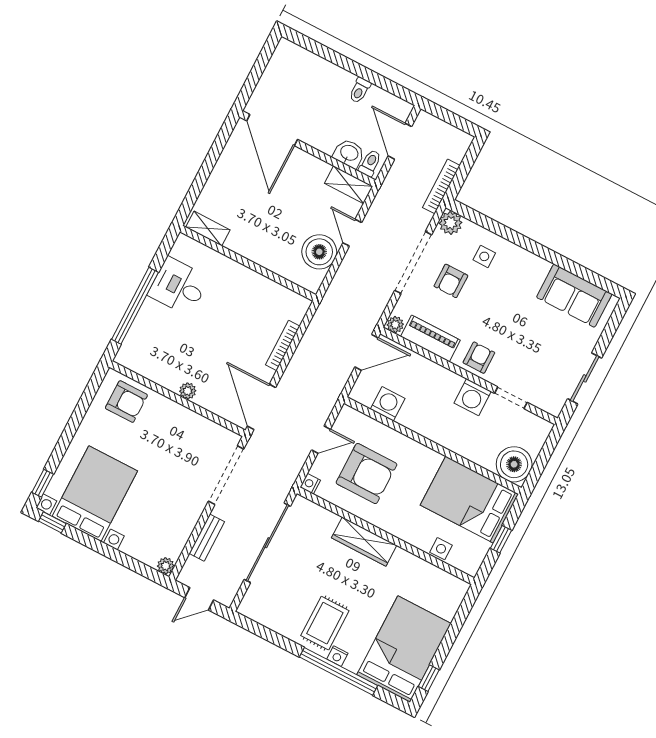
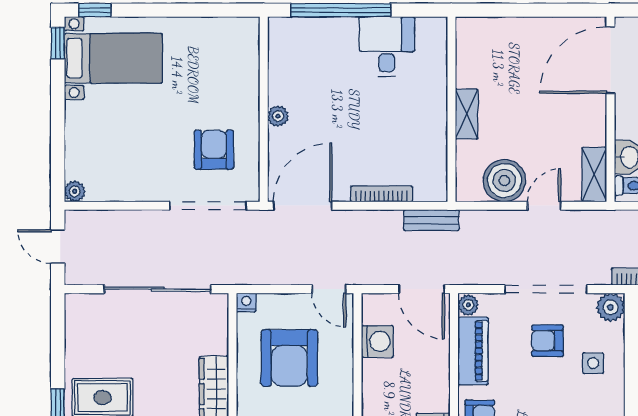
shelving: (208, 229) -> (467, 114), moved
armchair: (126, 402) -> (214, 150), moved, turned 180
door: (321, 440) -> (329, 289), moved
bed with nightstands: (95, 494) -> (113, 58), width x0.73
bench: (207, 538) -> (431, 220), moved

